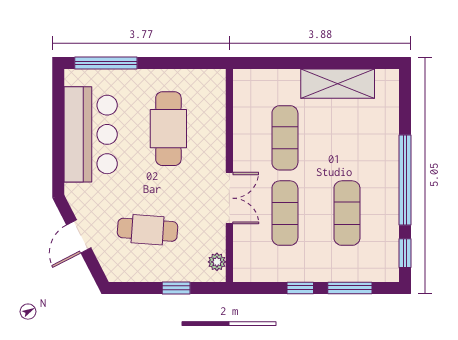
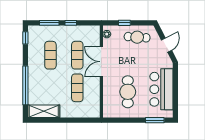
window: (106, 63) -> (155, 120), width x0.69
shelving: (338, 84) -> (44, 111), moved
window: (405, 180) -> (25, 85), moved
double door: (229, 198) -> (101, 62), width x1.37
cafe table: (148, 230) -> (137, 37), moved

